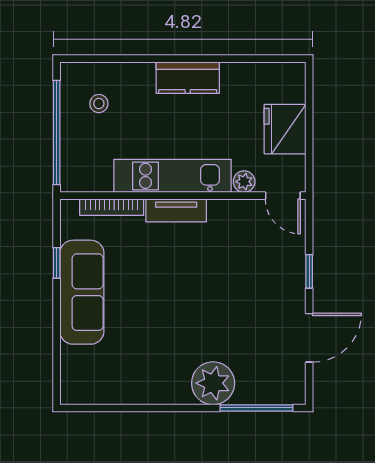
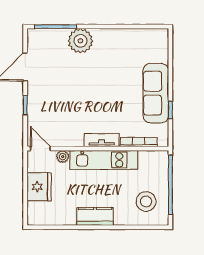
stool: (99, 104) -> (146, 201), width x1.89, depth x1.89

